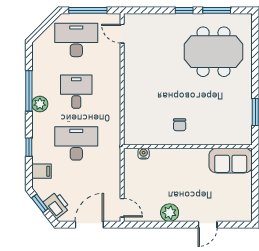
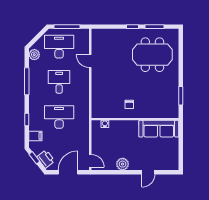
door: (122, 34) -> (90, 61), moved
plant: (40, 104) -> (34, 55), moved
sofa: (231, 161) -> (159, 129), width x1.36

